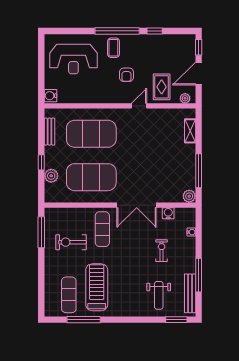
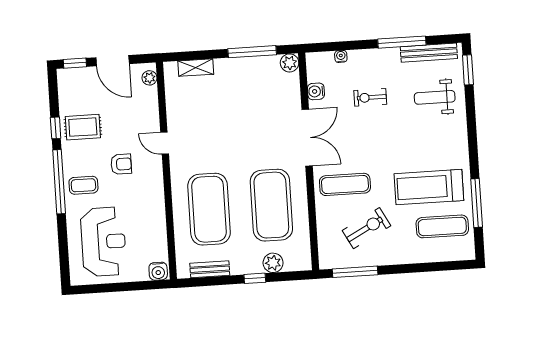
rug: (162, 87) -> (83, 127), moved
exercise bike: (71, 242) -> (367, 228), turned -118
weight bench: (159, 295) -> (435, 97), turned 180

